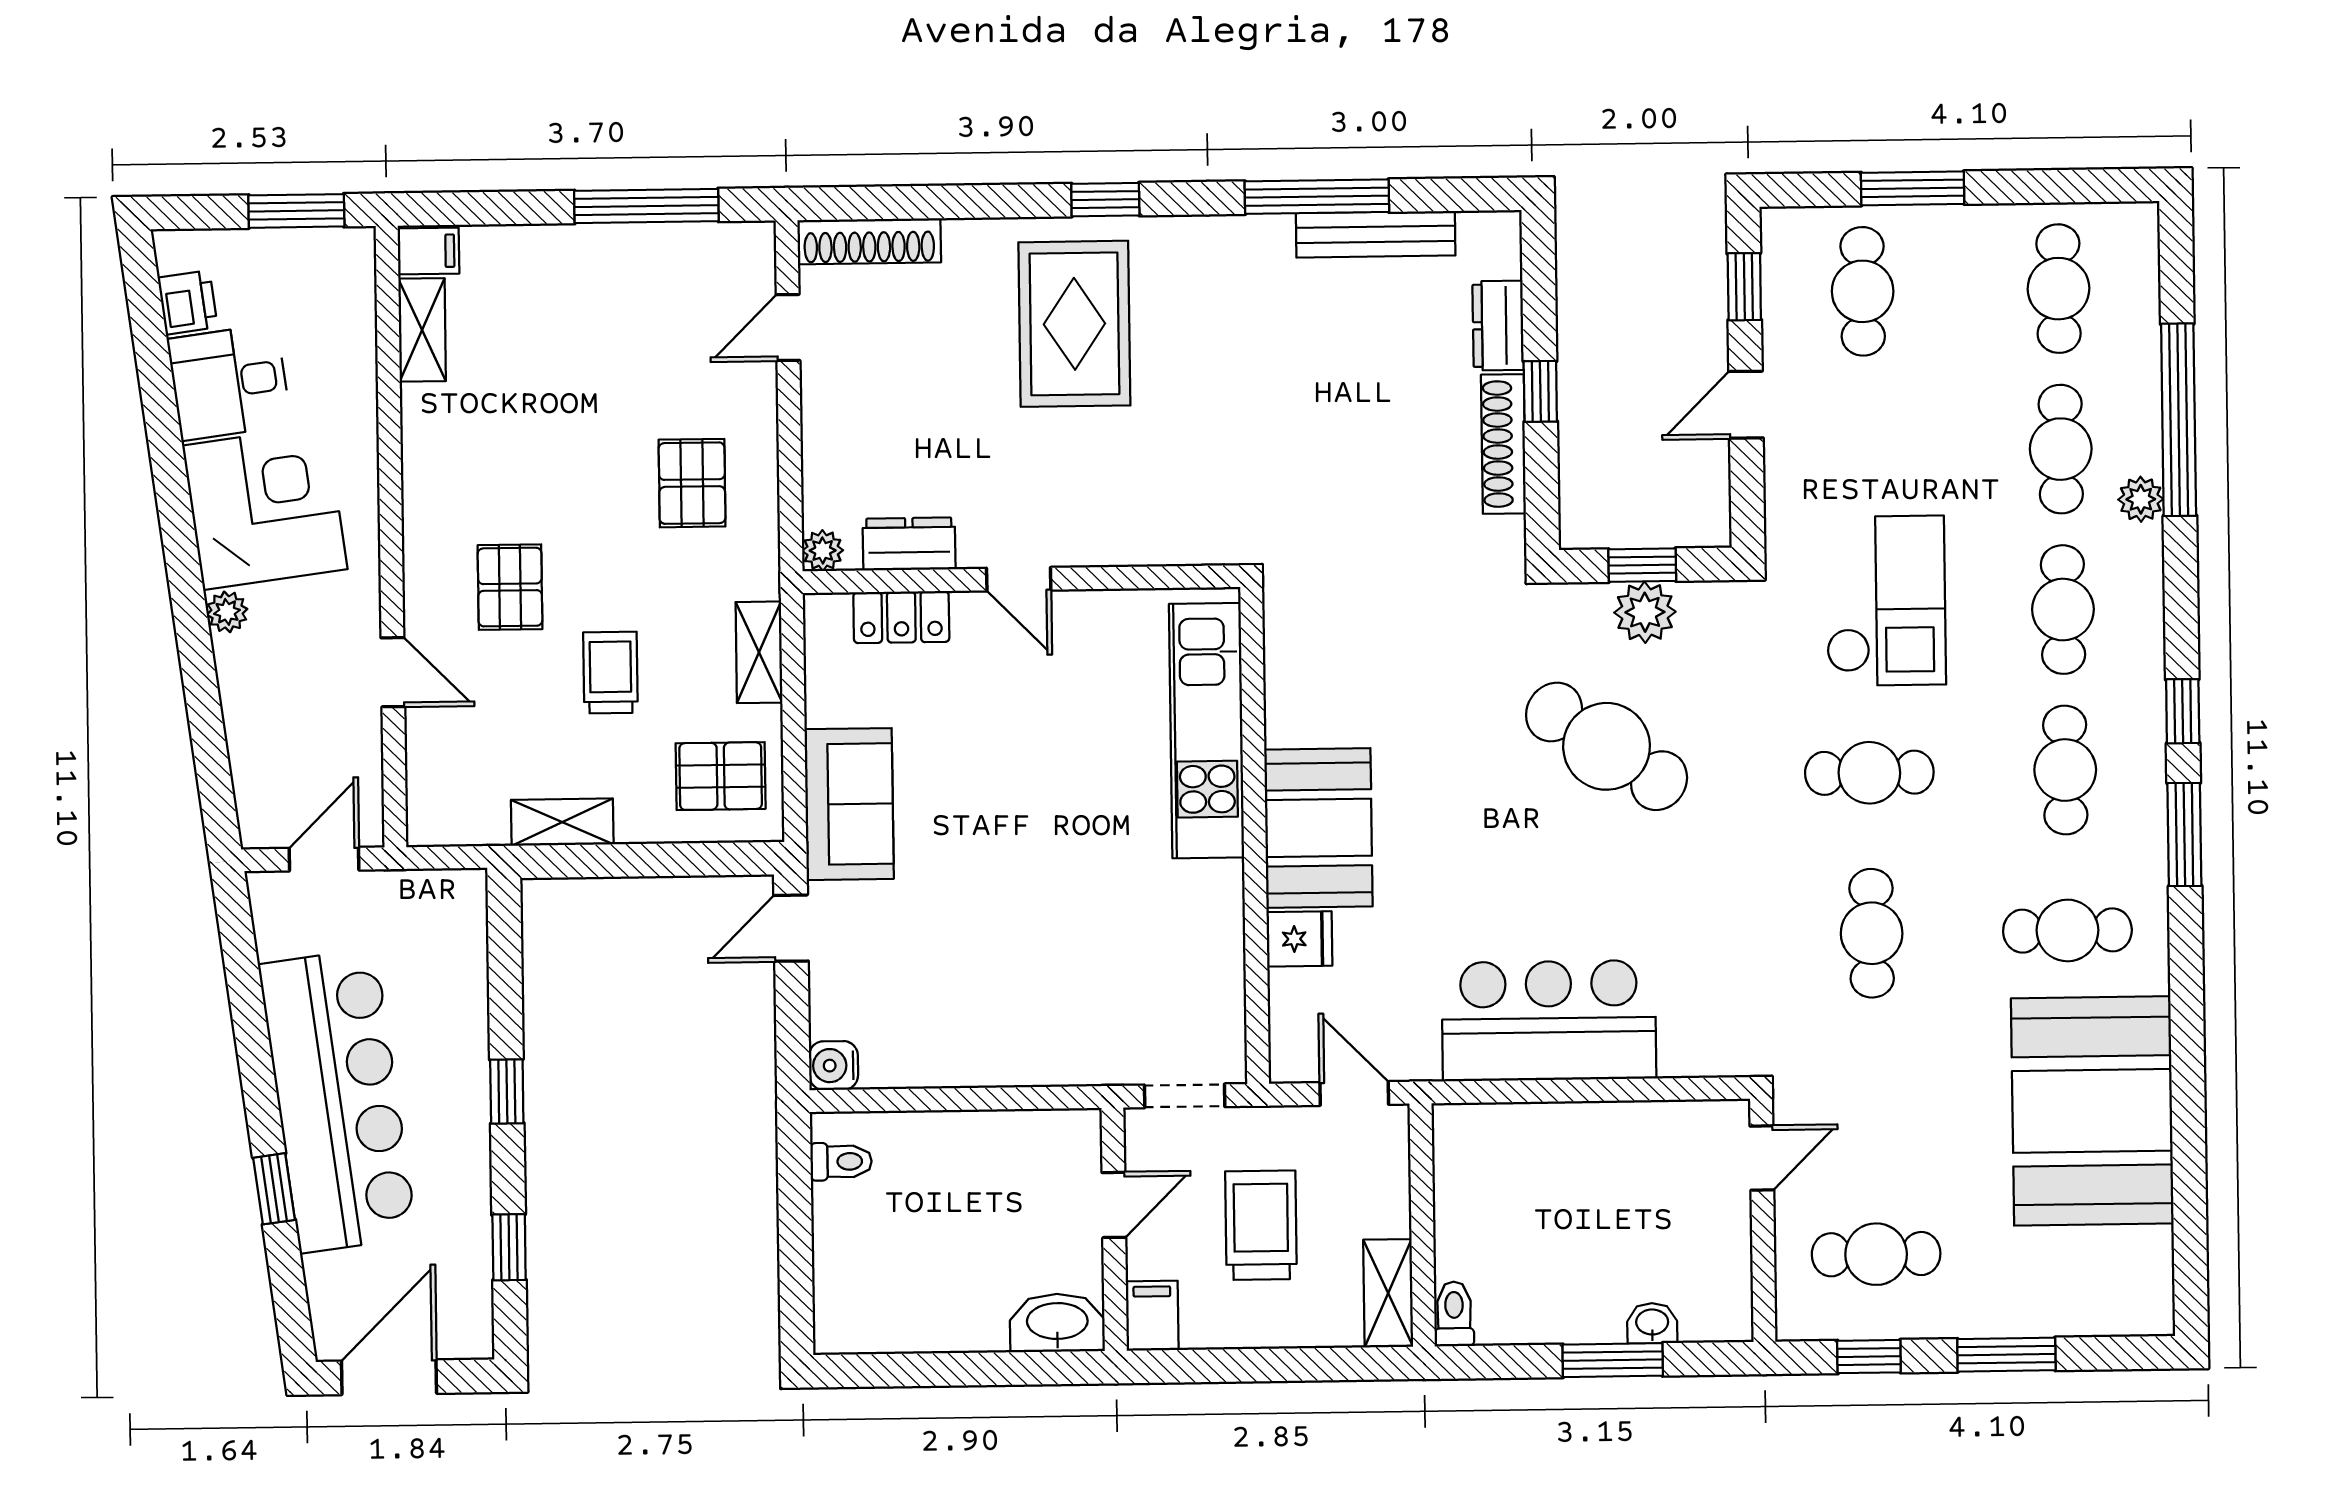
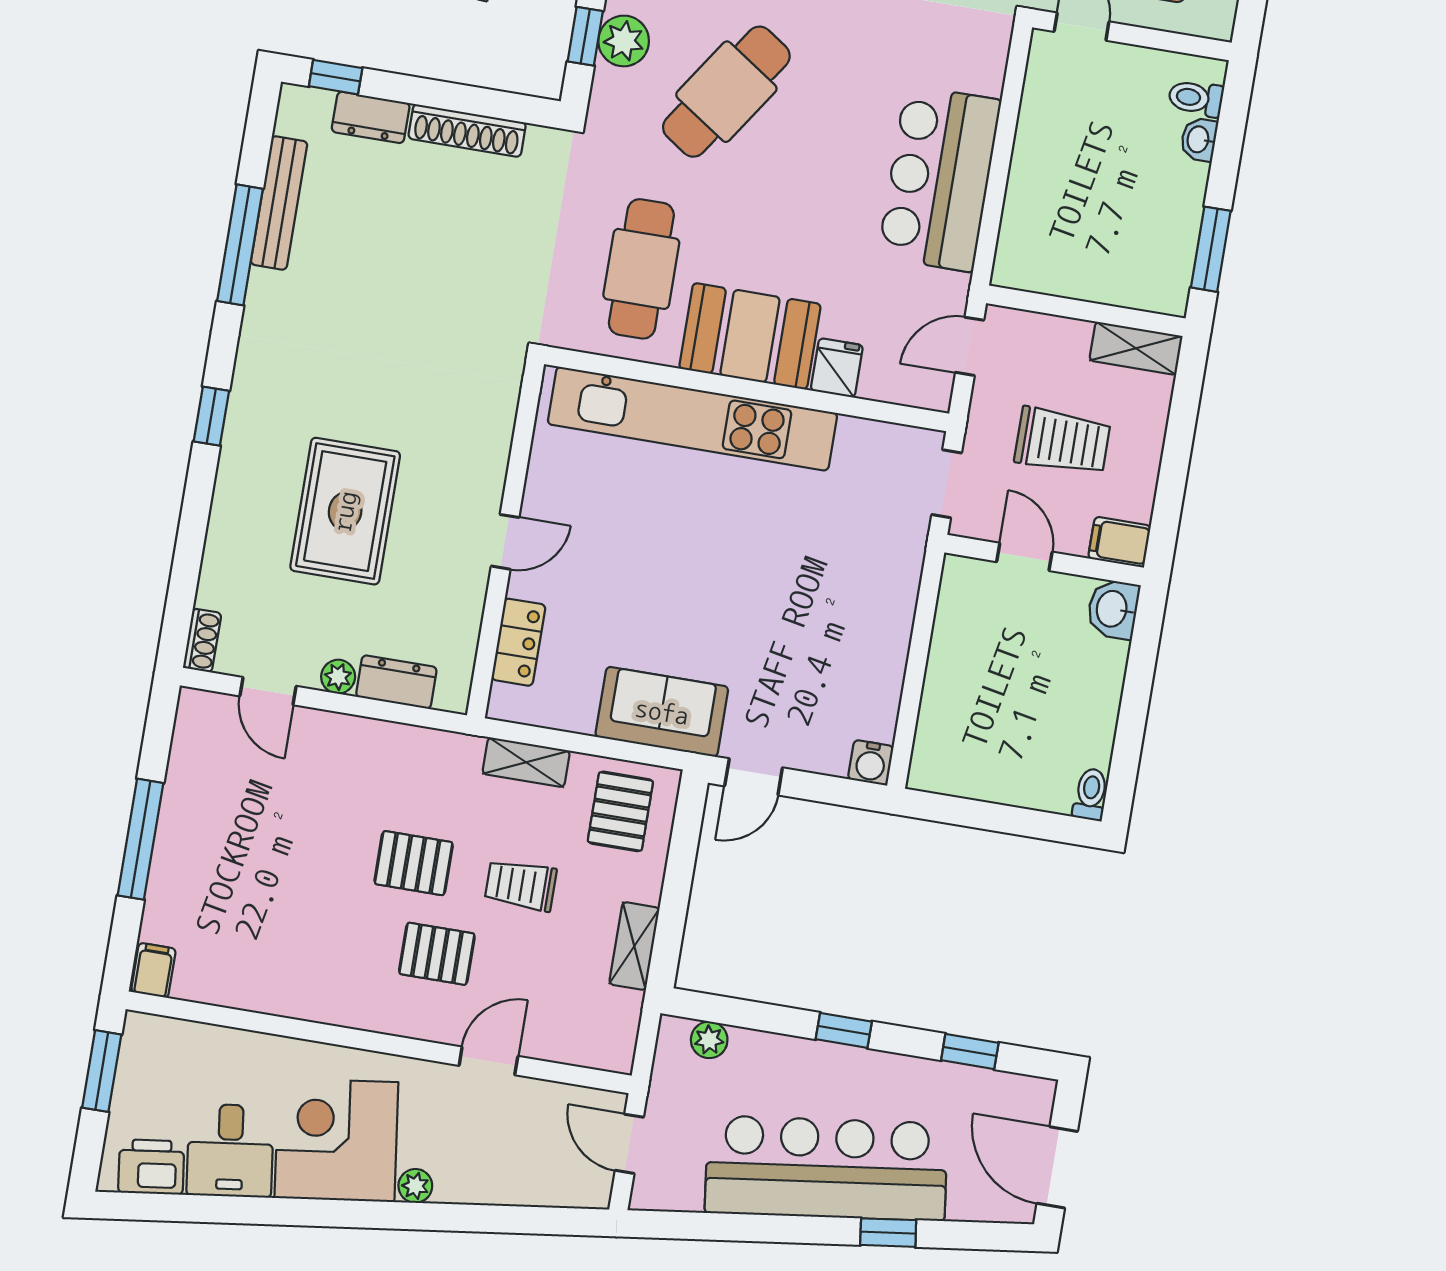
window: (646, 206) -> (141, 839), moved
shoe rack: (869, 241) -> (202, 640), width x0.51, depth x0.81
printer: (188, 302) -> (151, 1167), width x1.36, depth x1.24
rug: (1074, 324) -> (345, 511), moved, turned 90
shelving: (422, 330) -> (216, 987), removed
window: (1540, 391) -> (336, 77), moved
pallet: (692, 483) -> (414, 863), moved
dresser: (909, 544) -> (396, 682), moved, turned 90
plant: (823, 551) -> (338, 677), moved
cafe table: (1376, 683) -> (641, 269), added
kitchen unit: (1207, 731) -> (692, 419), width x1.36
door: (791, 928) -> (754, 777), hinge flipped
plant: (466, 932) -> (709, 1040), added
toilet: (841, 1162) -> (1090, 794), moved
trolley: (1261, 1225) -> (1062, 441), turned 180
toilet: (1454, 1314) -> (1196, 98), moved
washbasin: (1057, 1323) -> (1113, 609), width x0.72
window: (1613, 1360) -> (1211, 249), moved

